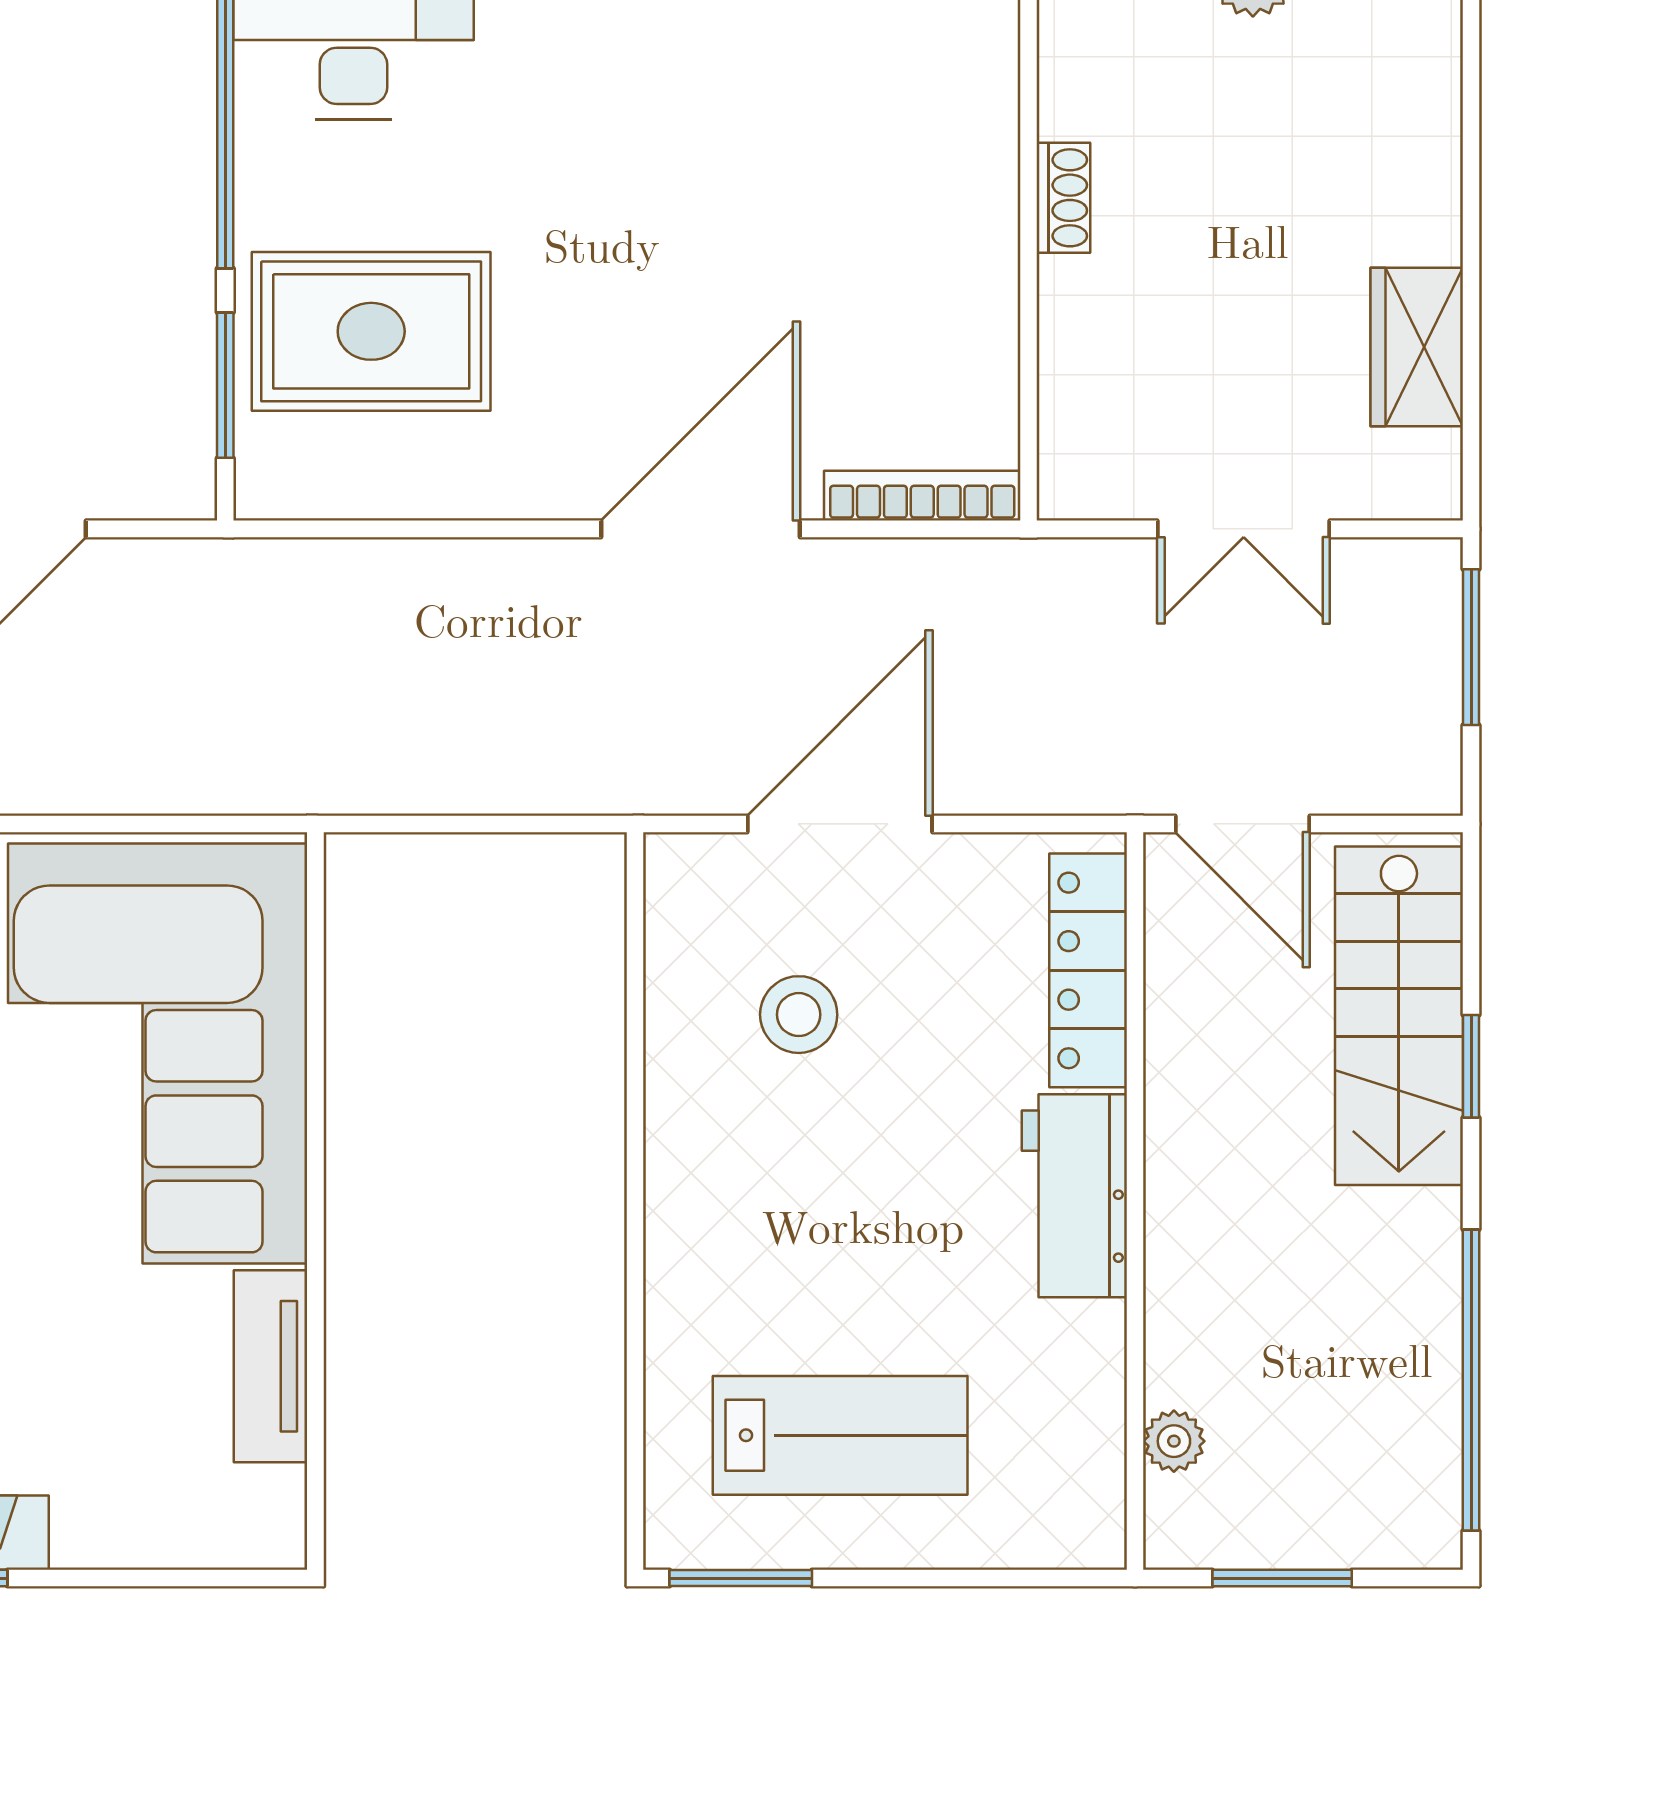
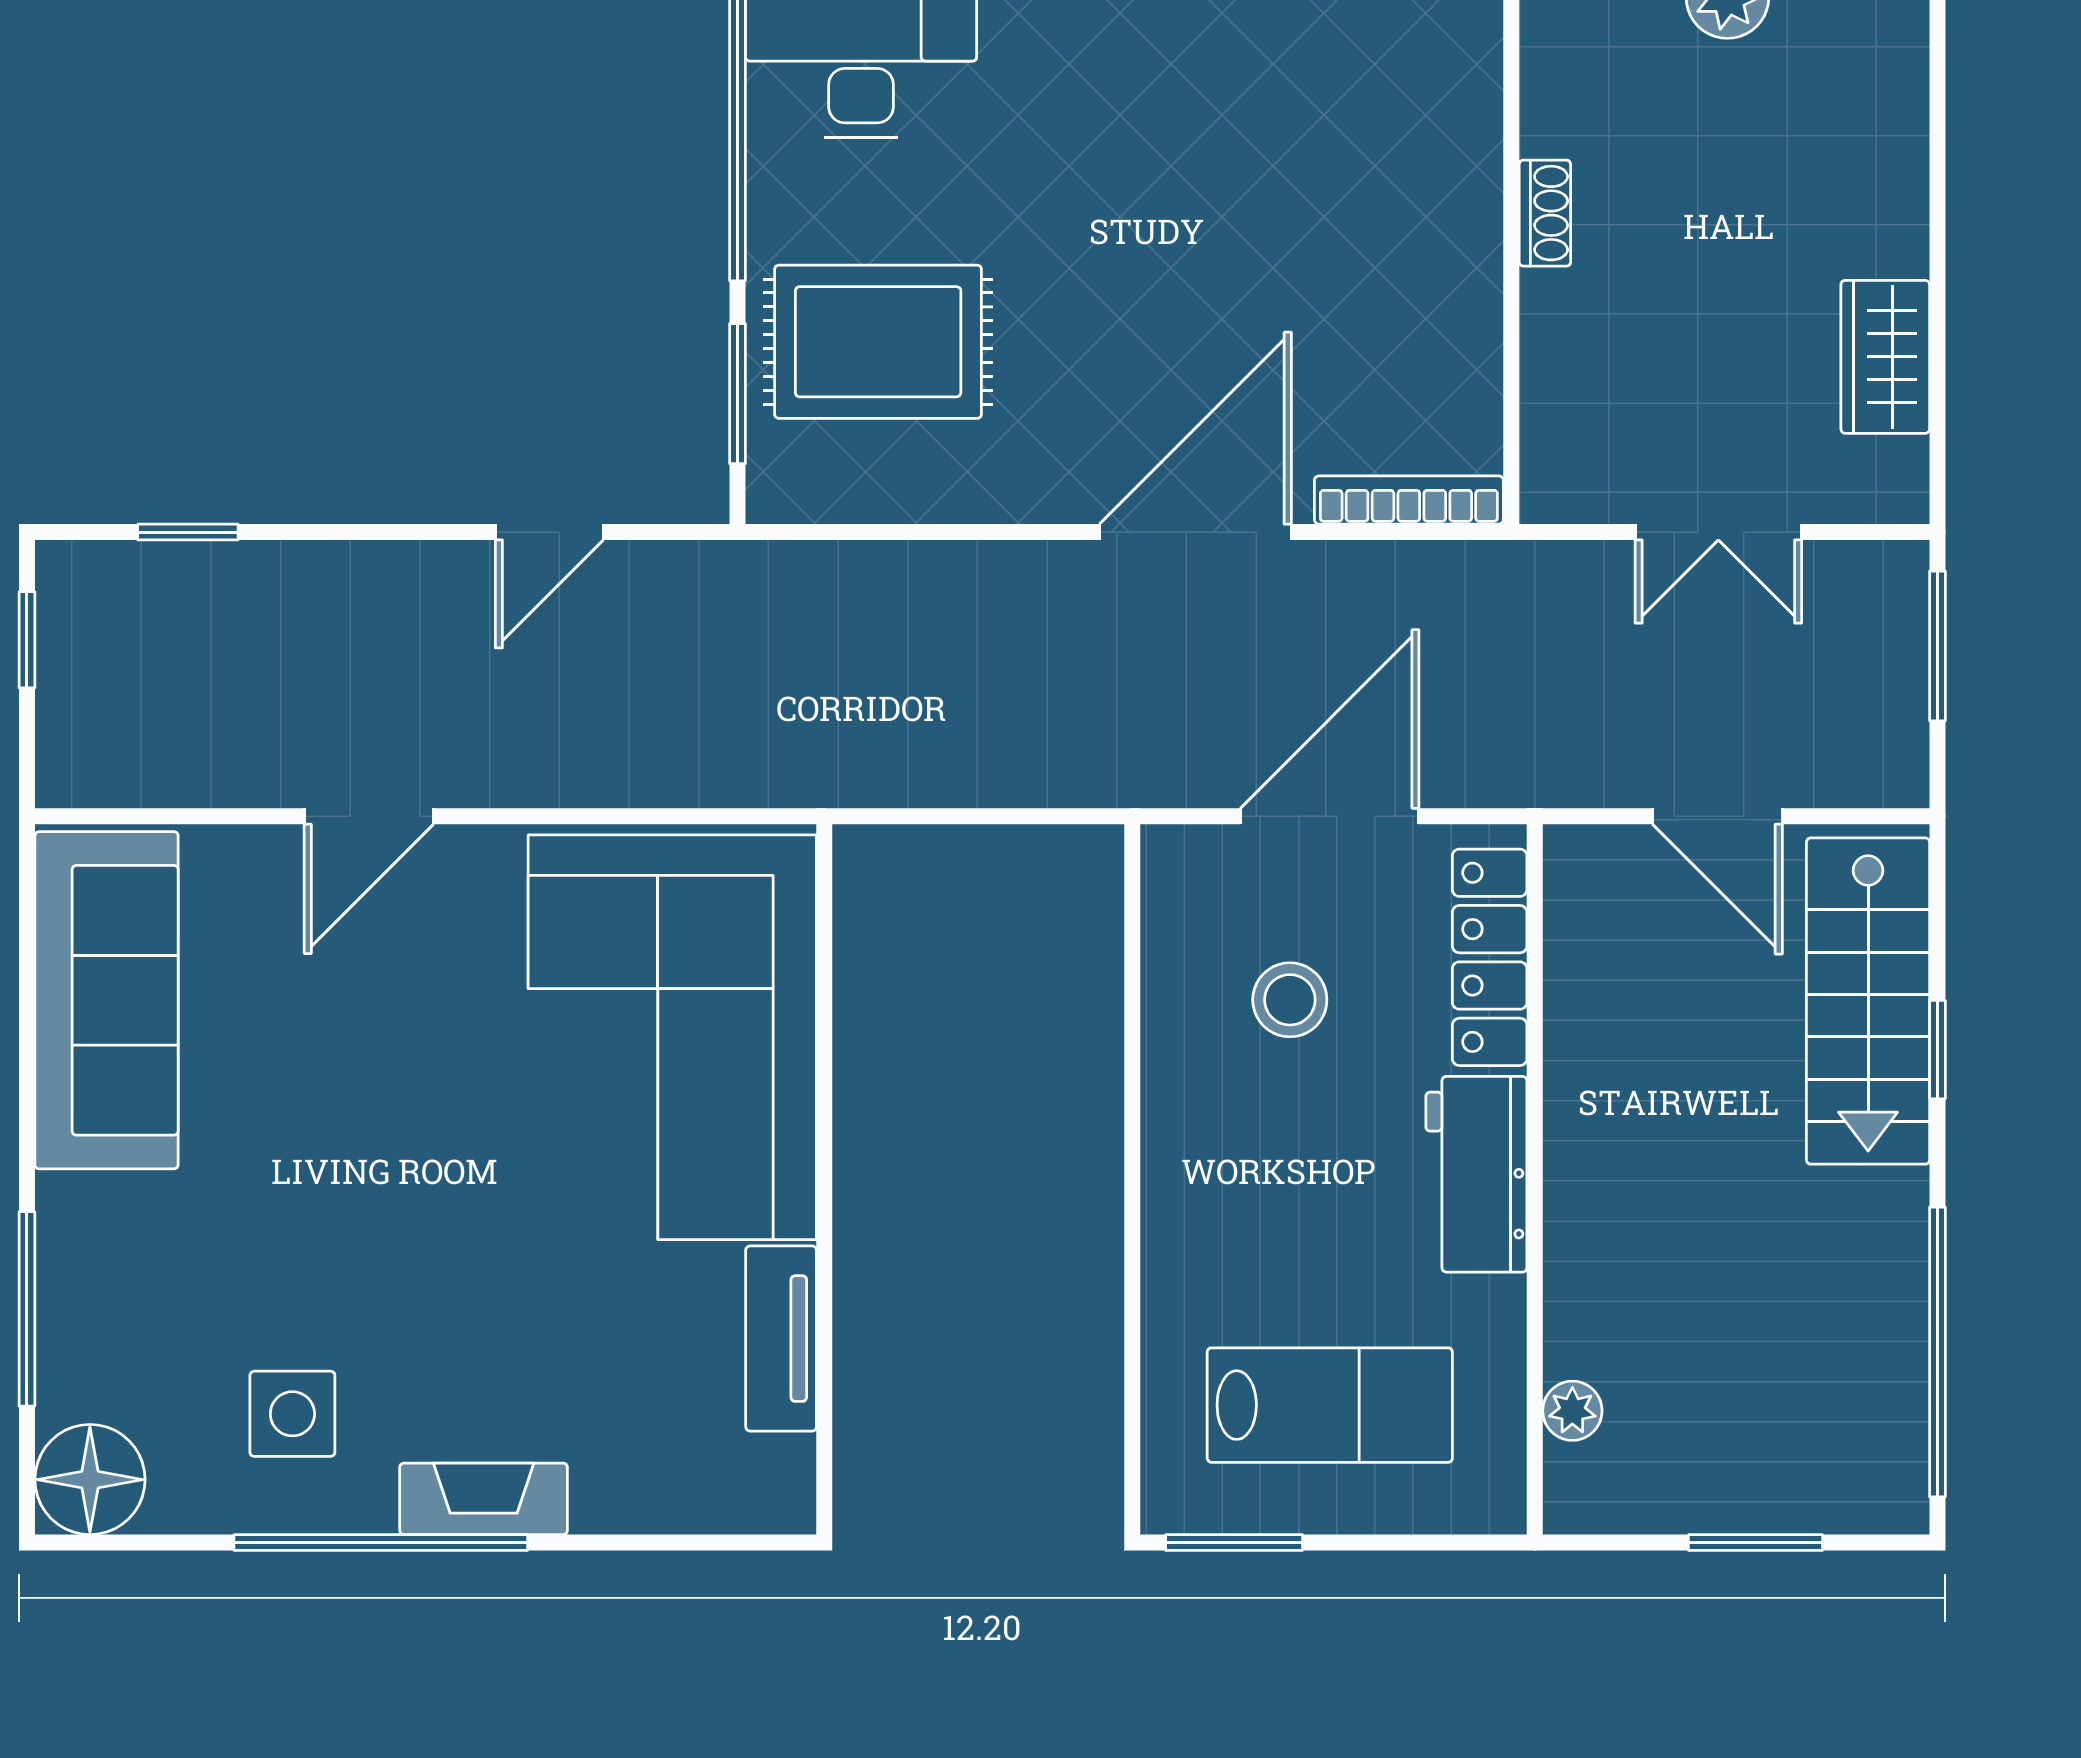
locker: (1088, 970) -> (1490, 957), moved
workbench: (1074, 1196) -> (1476, 1174), moved
wall: (1135, 1201) -> (1535, 1179), moved
plant: (1174, 1441) -> (1572, 1411), moved

